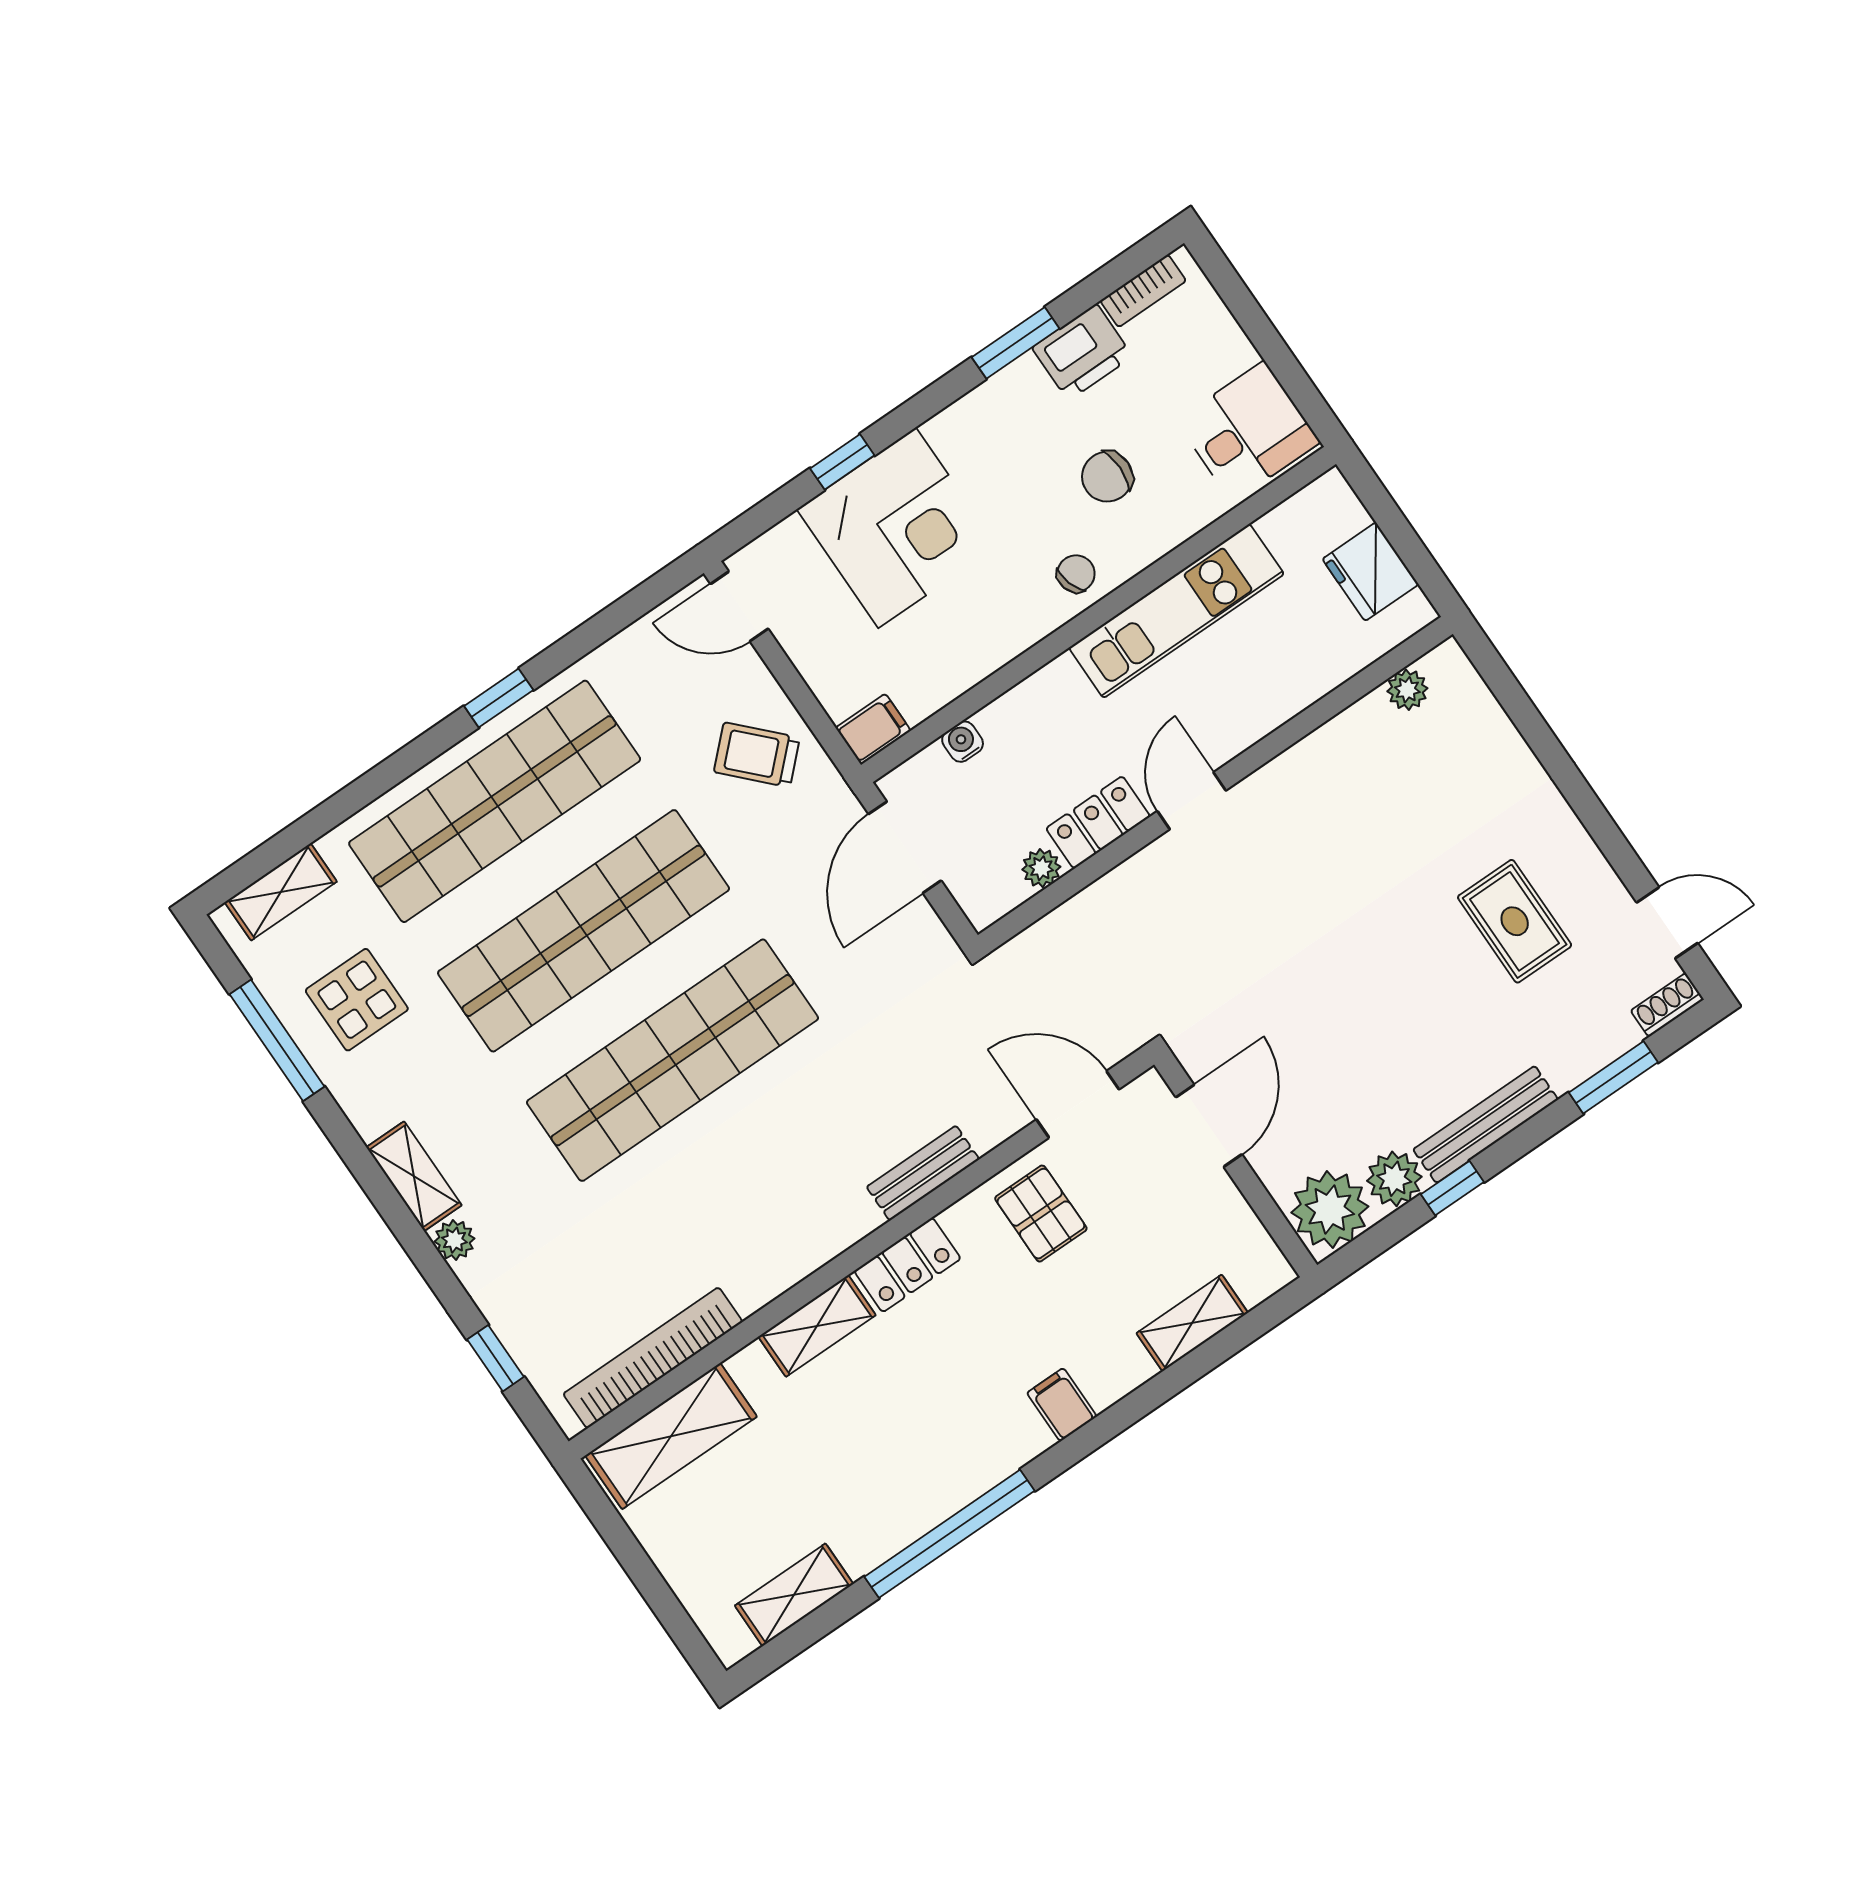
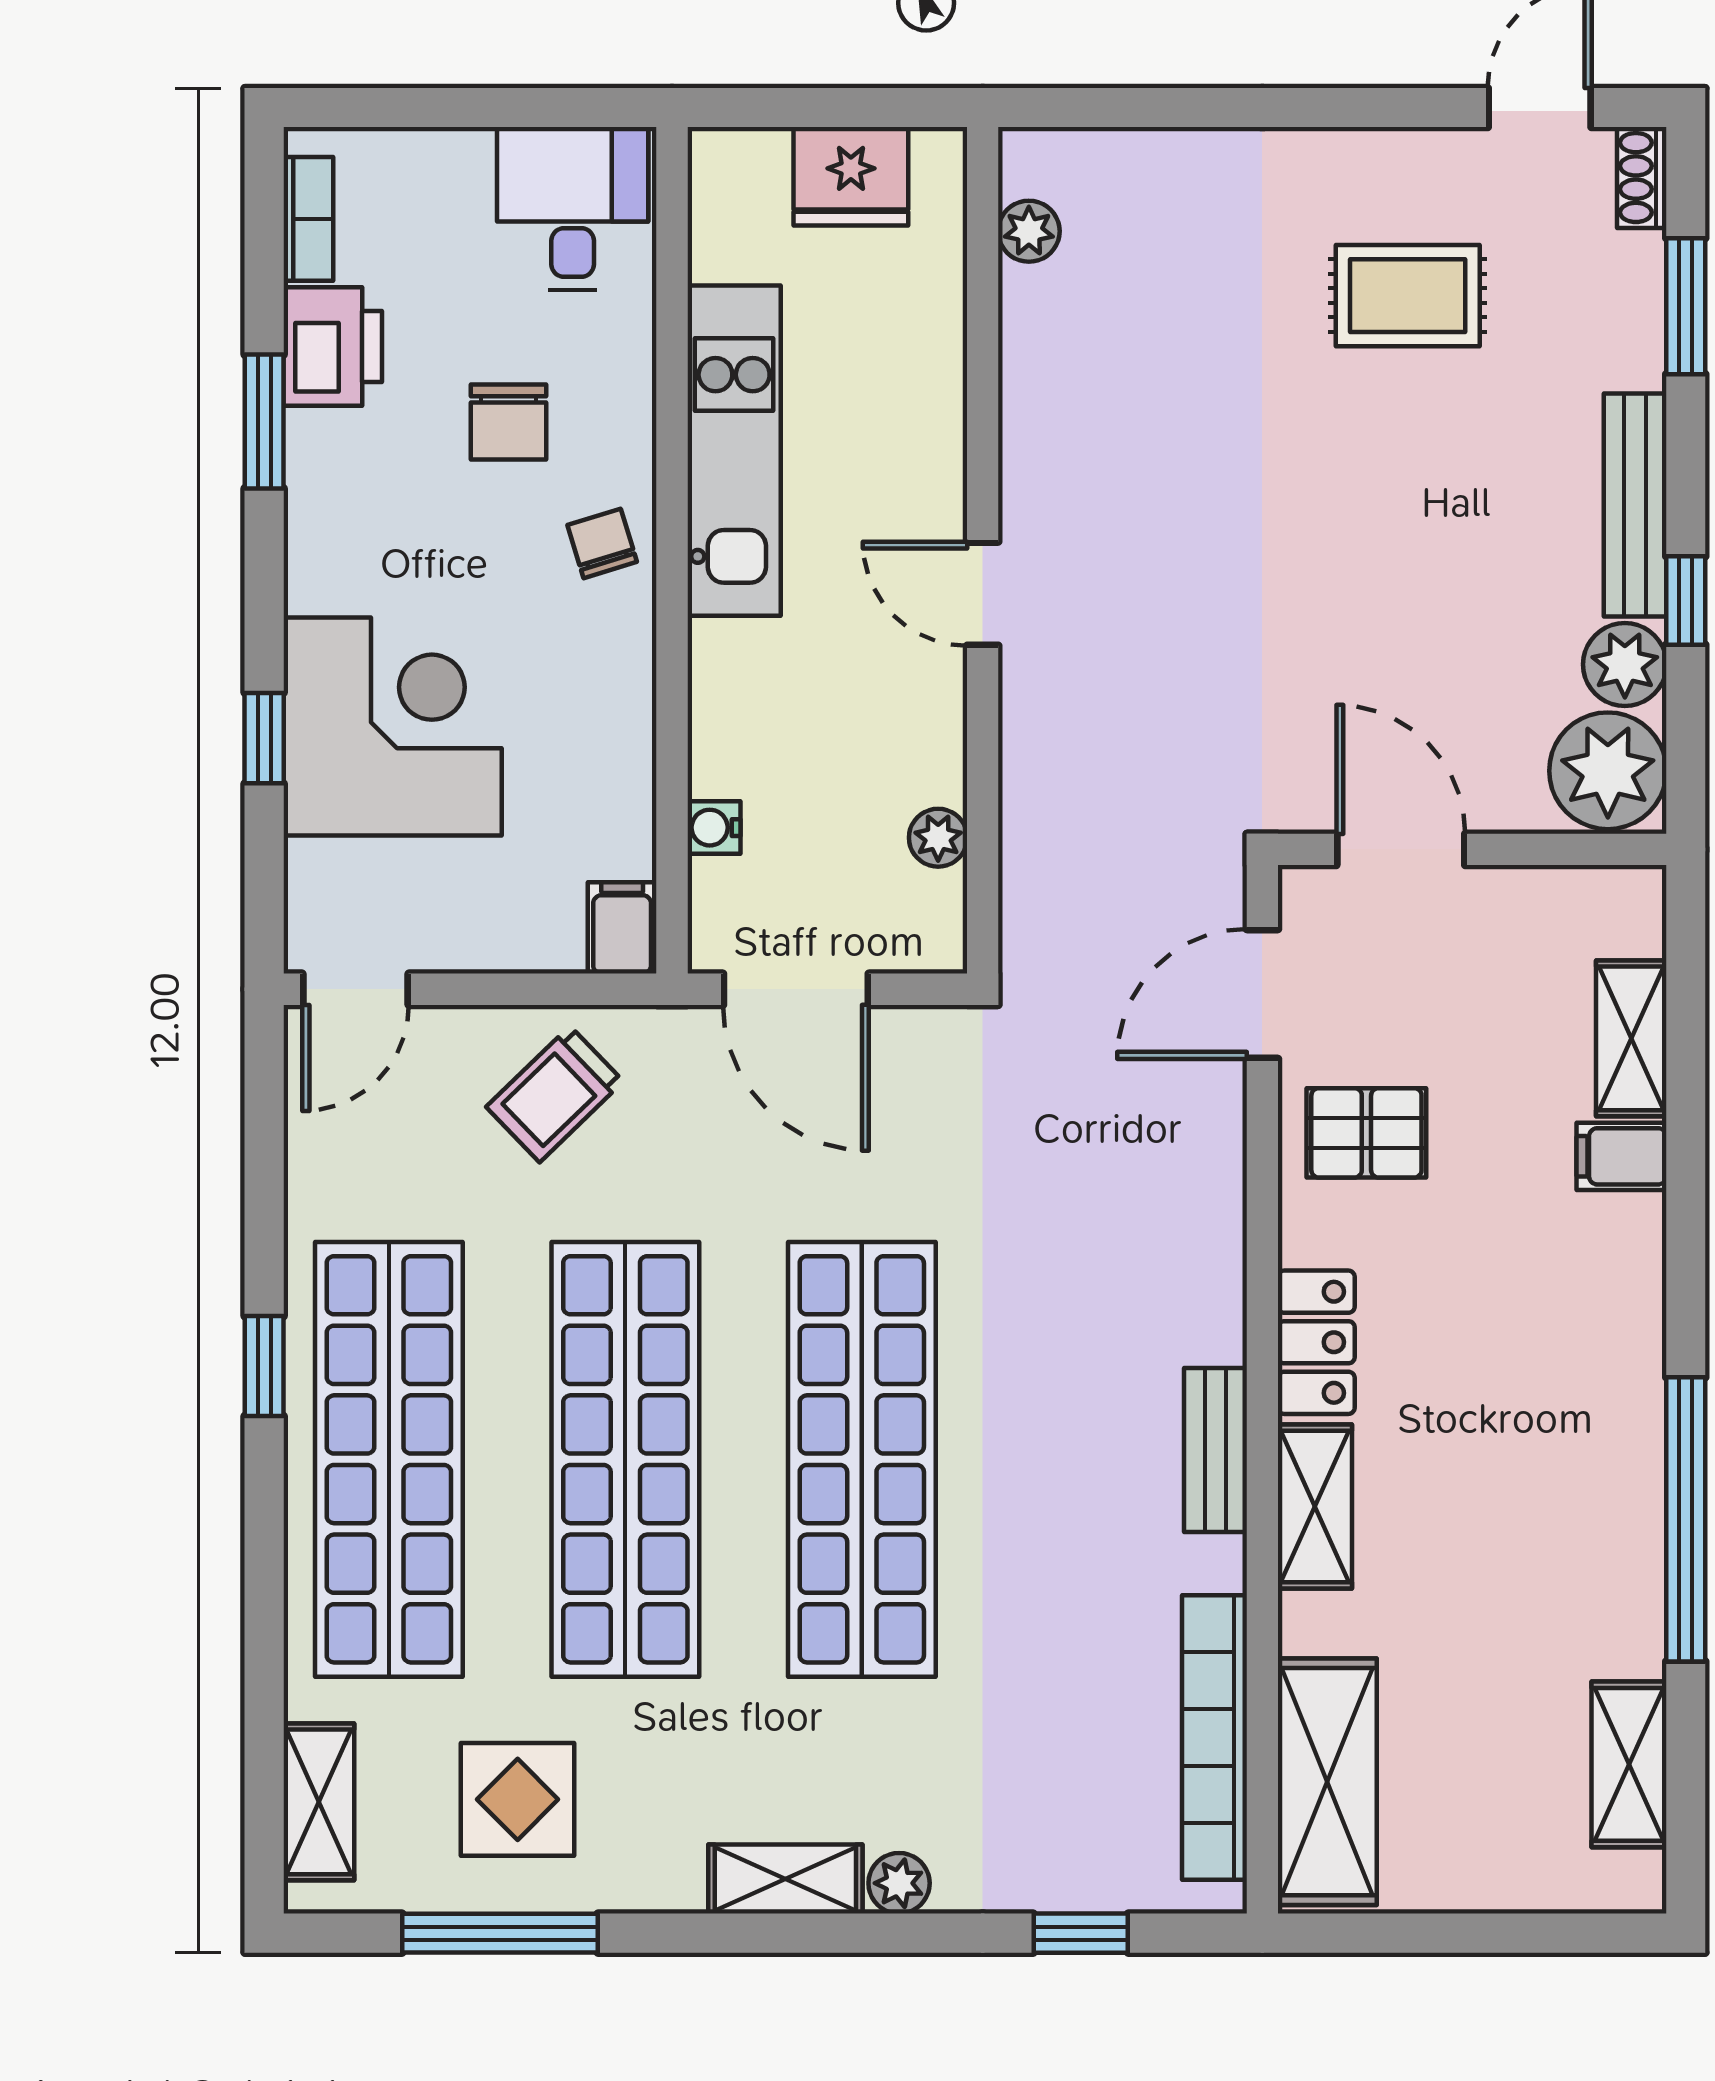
locker: (1098, 822) -> (930, 728), removed
bench: (923, 1173) -> (1215, 1450), moved
filing cabinet: (1062, 1405) -> (1621, 1156), moved

